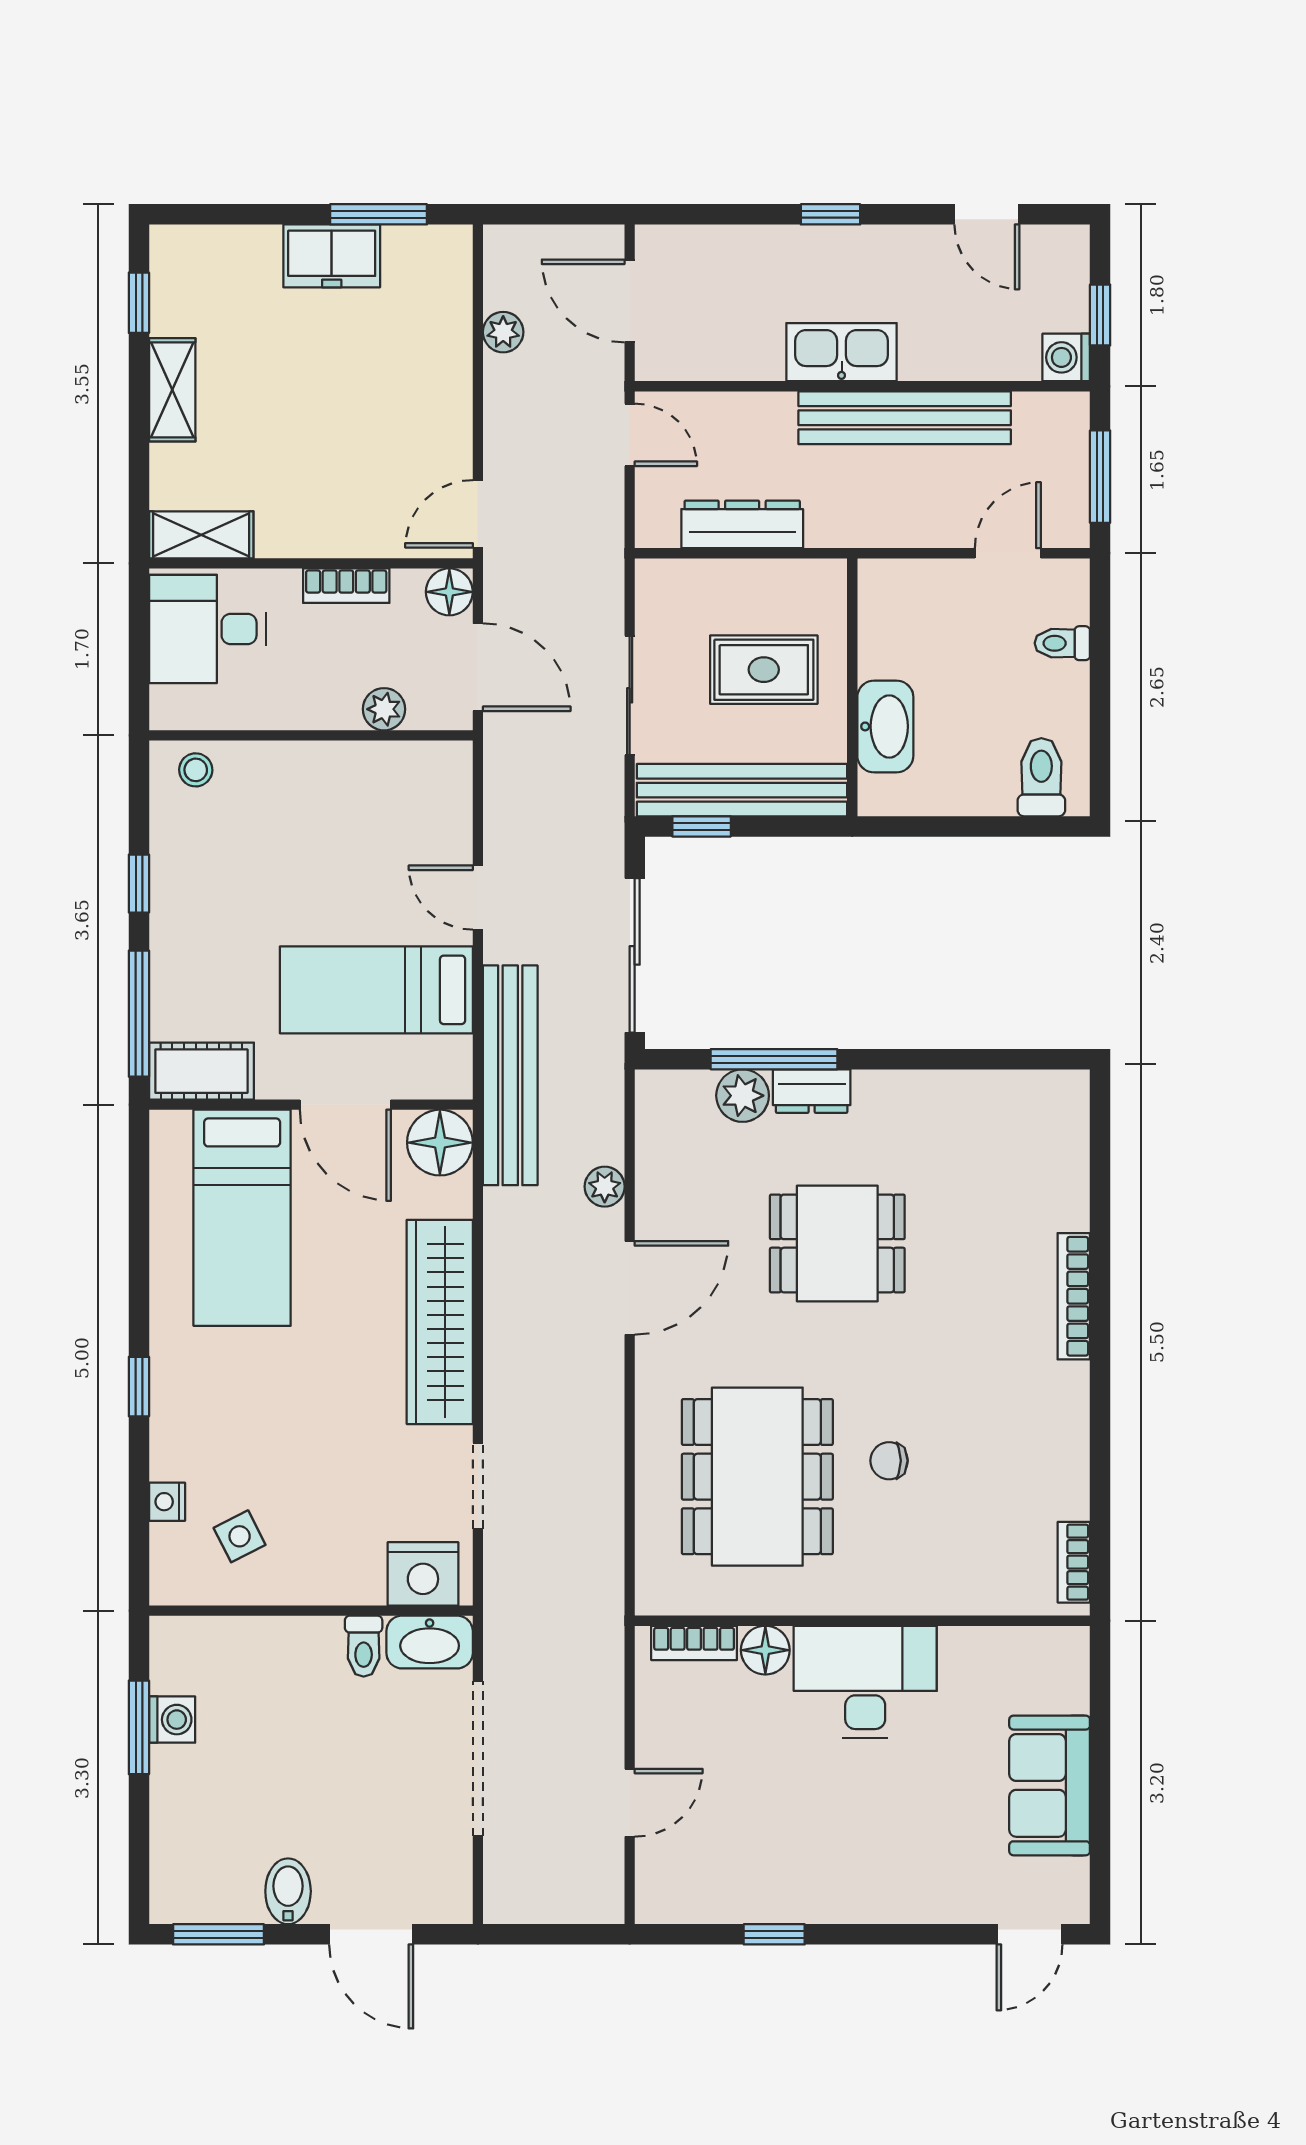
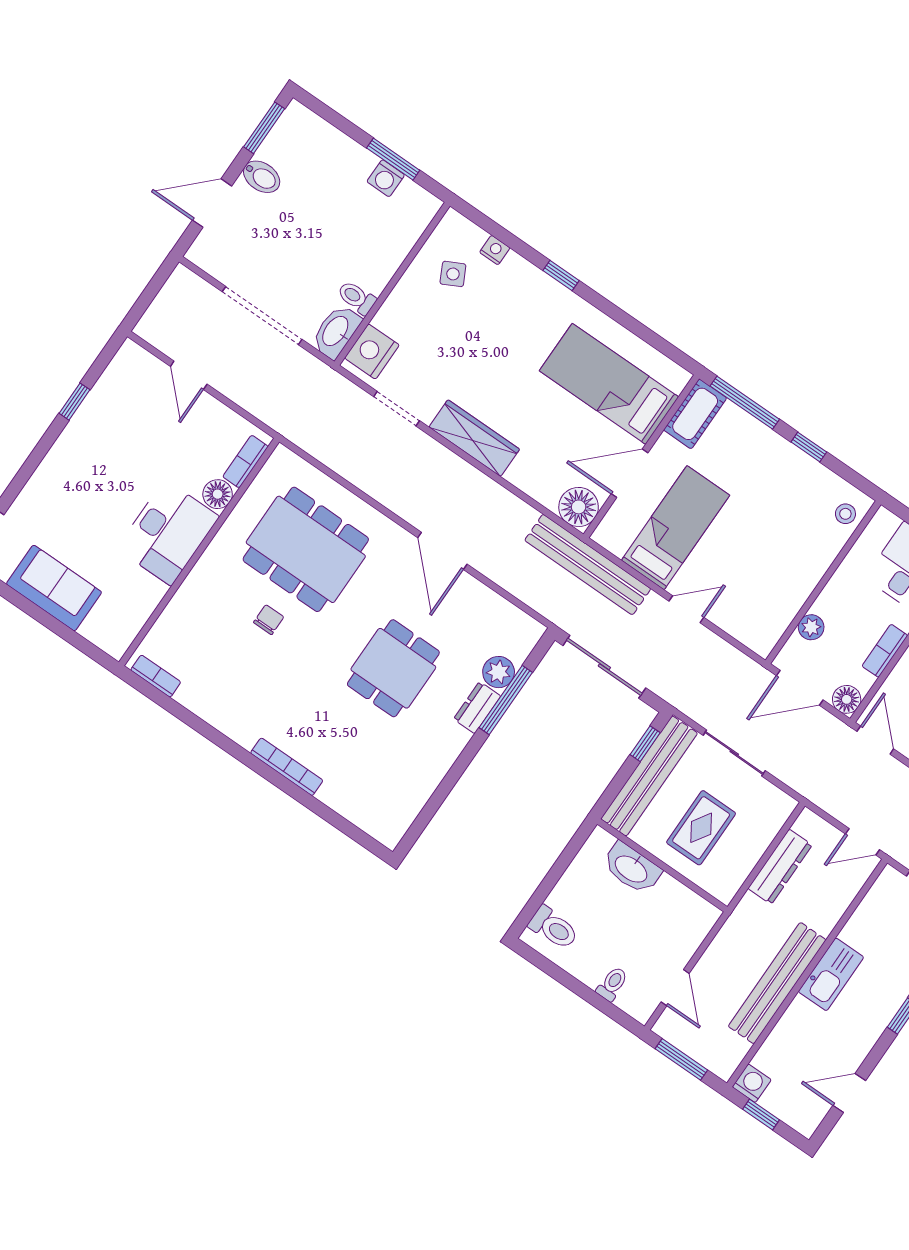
plant: (605, 1187) -> (501, 573), removed
wardrobe: (440, 1322) -> (474, 438), width x0.71, depth x0.85

